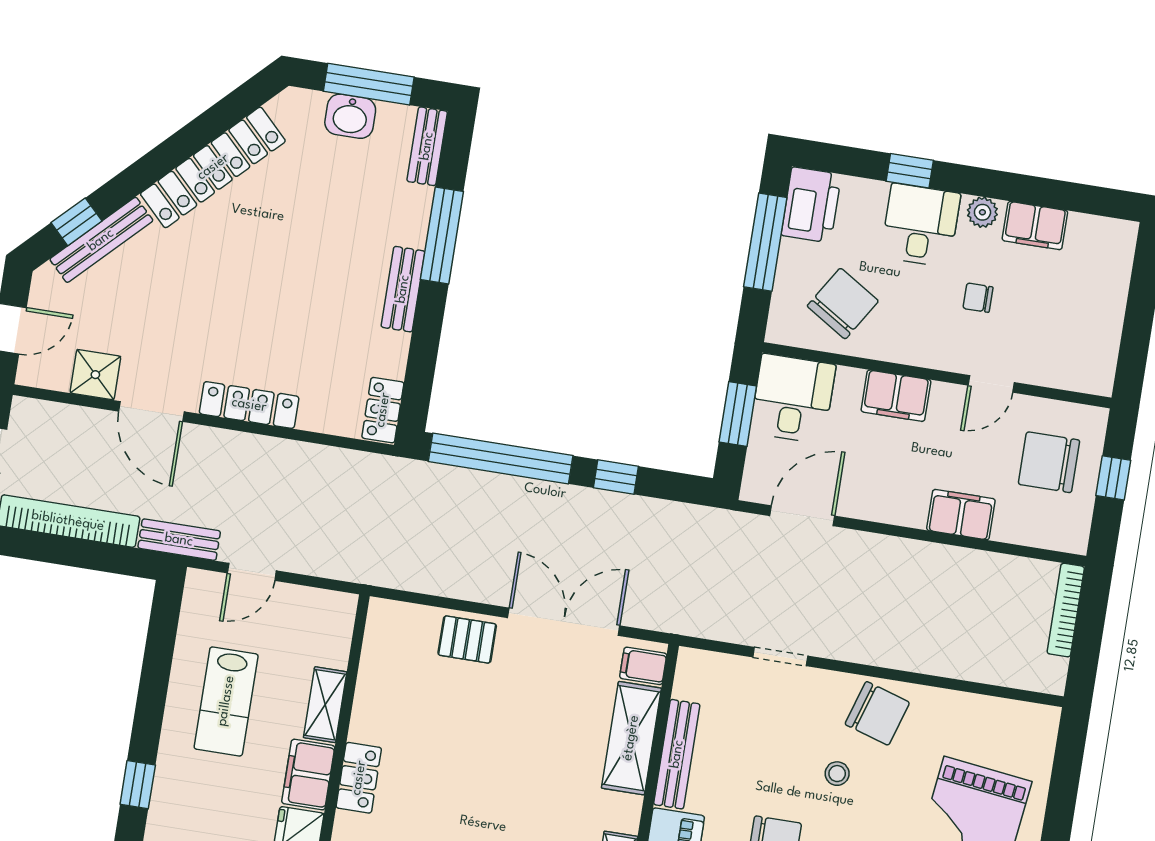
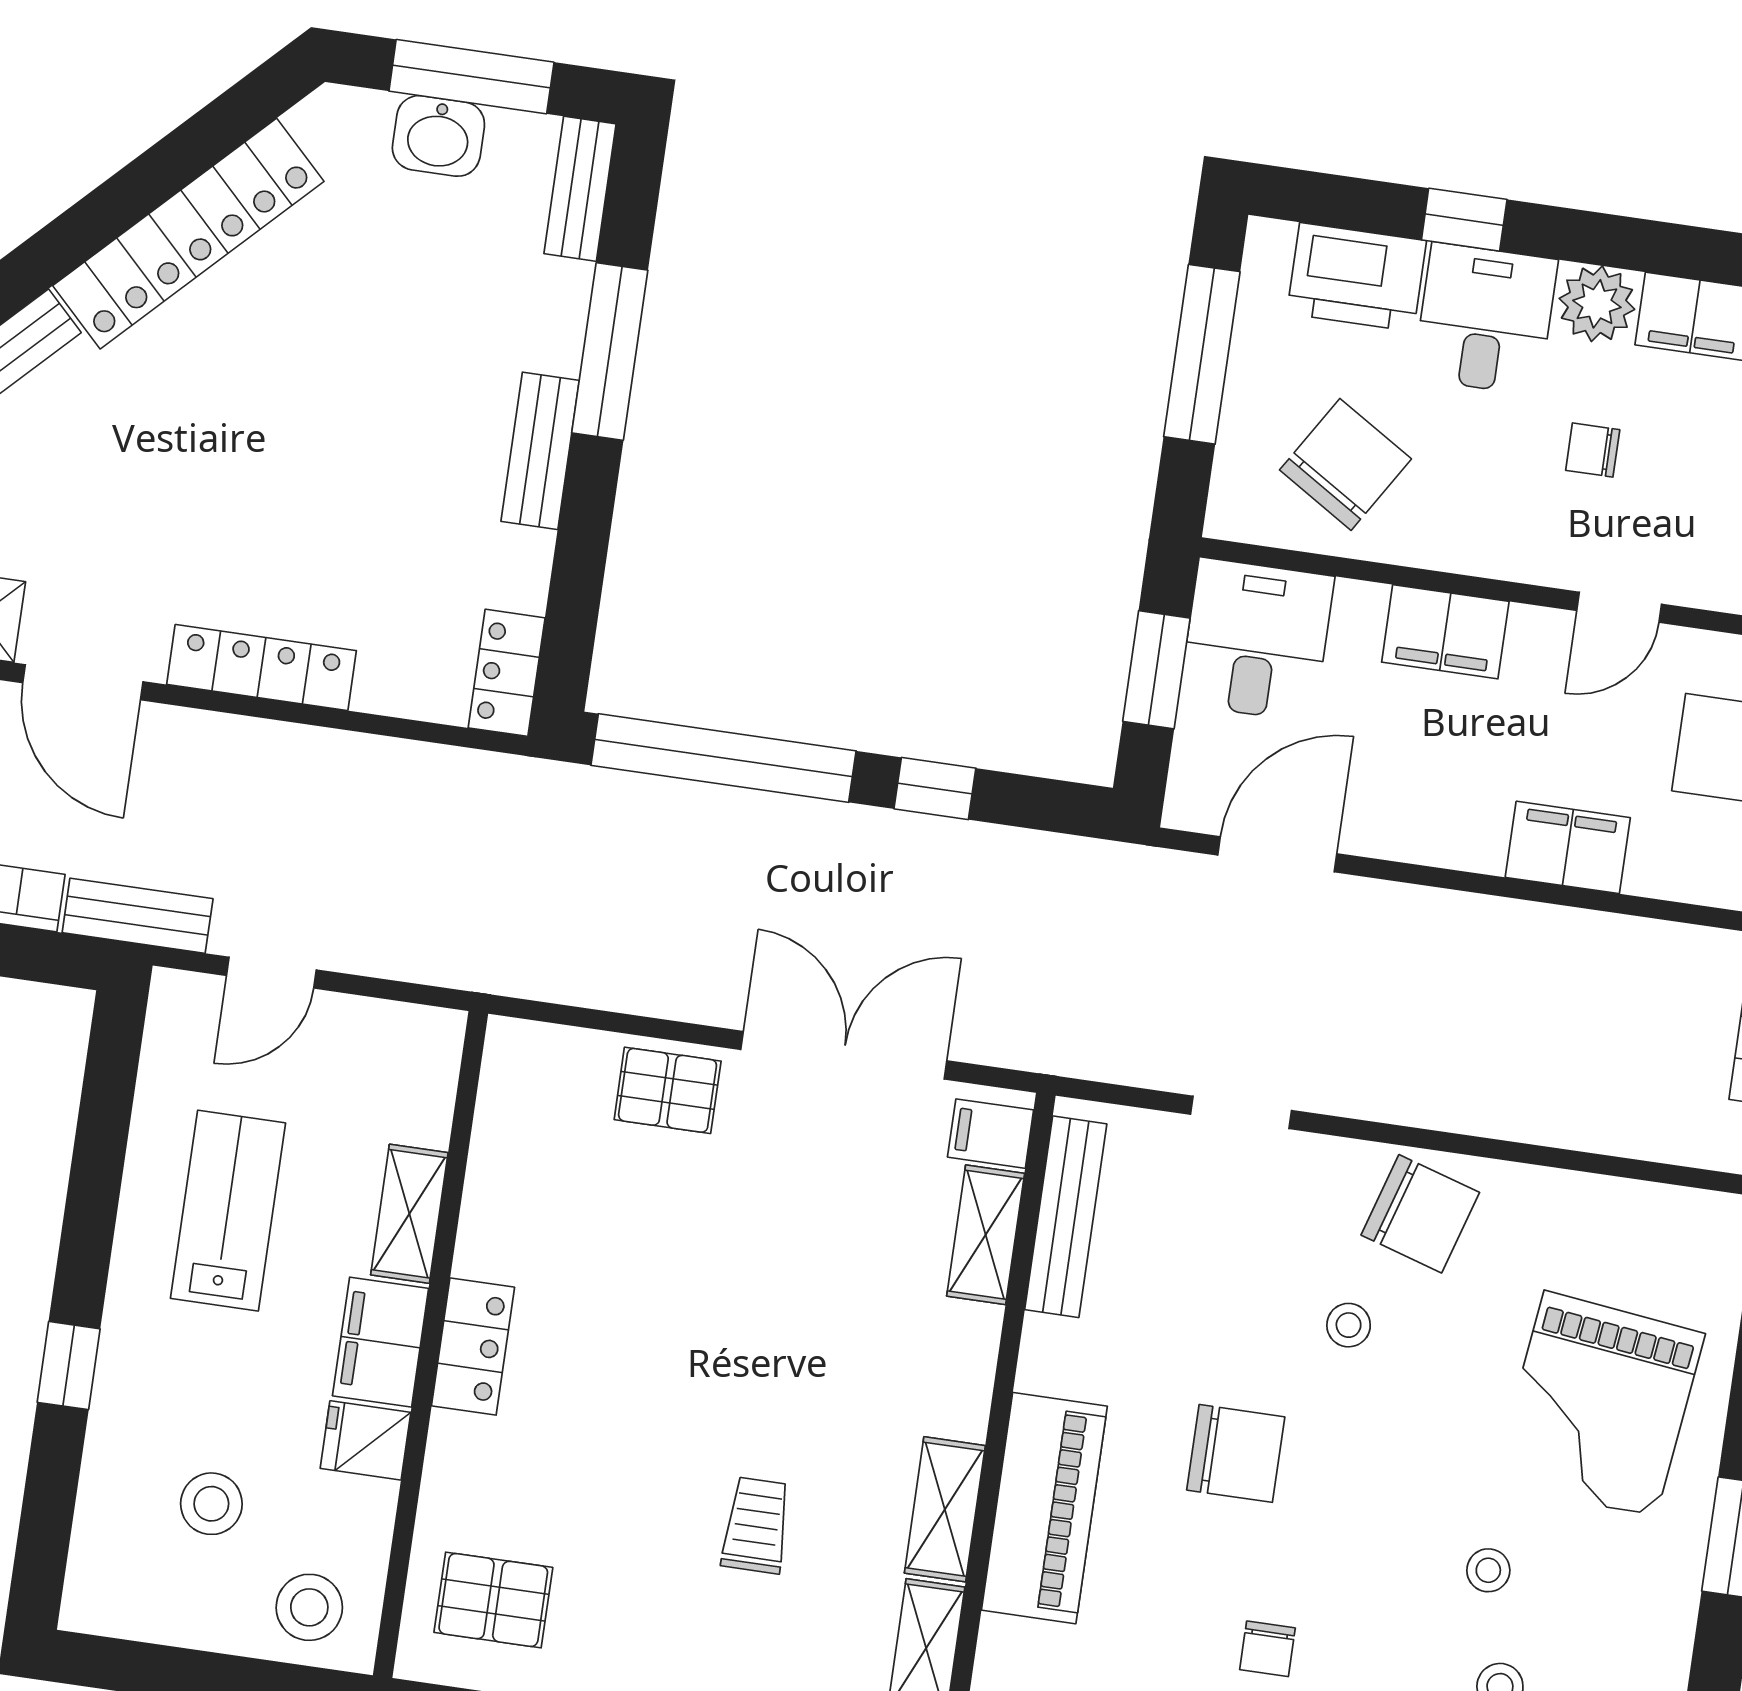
printer: (811, 205) -> (1357, 277), moved, turned 90
plant: (982, 212) -> (1597, 304), width x1.38, depth x1.38
lab bench: (226, 701) -> (228, 1211), turned 180
shelving: (631, 738) -> (986, 1235), width x0.67, depth x0.75
bench: (677, 754) -> (1066, 1217), moved

